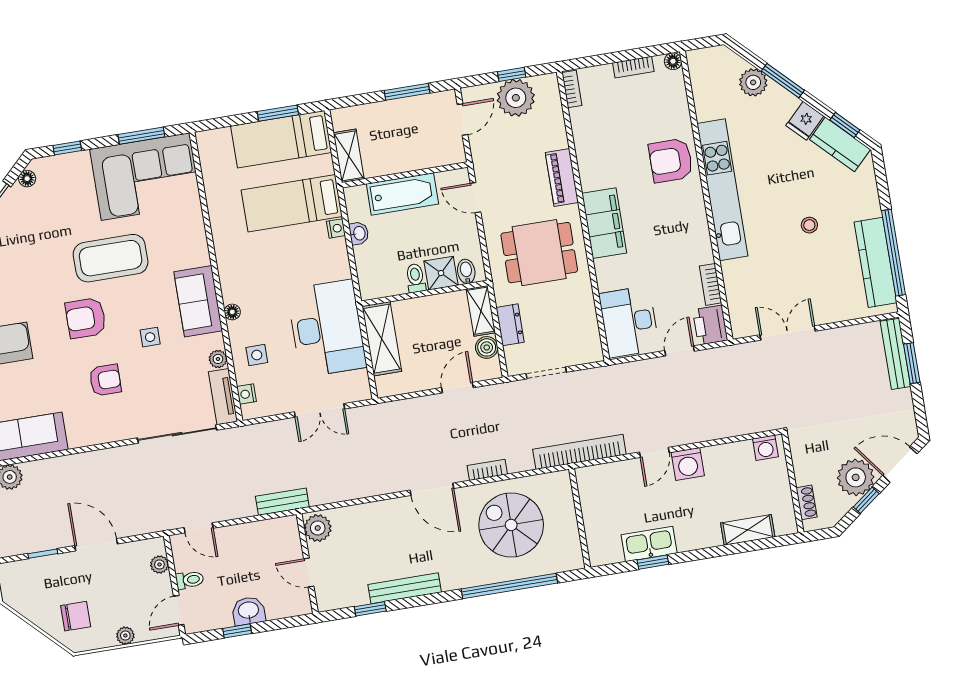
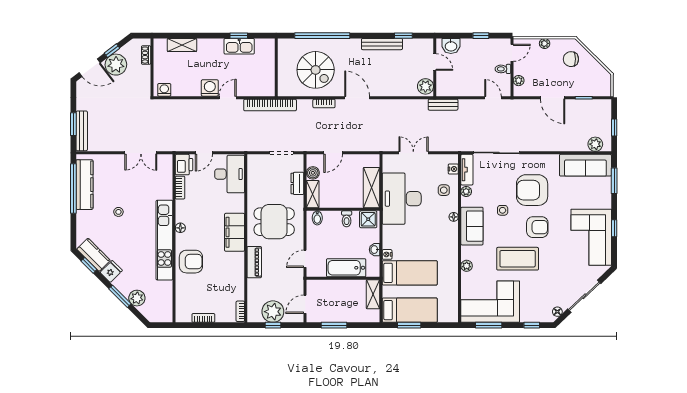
floor lamp: (673, 61) -> (180, 228), moved
door: (475, 198) -> (305, 259), swing flipped
plant: (196, 232) -> (467, 266), added
shower: (441, 273) -> (368, 219), moved
armchair: (105, 380) -> (532, 190), width x1.88, depth x1.88
washbasin: (249, 611) -> (451, 46), moved

